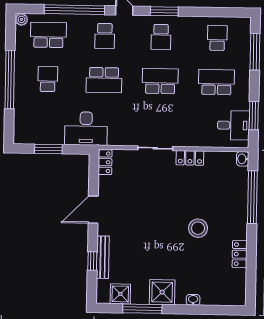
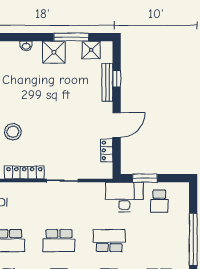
school desk: (48, 79) -> (159, 201), moved
window: (48, 149) -> (145, 178), moved
locker: (190, 158) -> (24, 172), width x1.53
locker: (105, 162) -> (107, 150), moved
stool: (198, 228) -> (13, 132), moved

